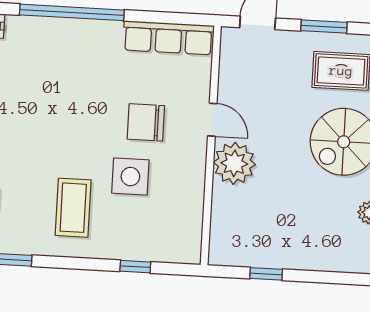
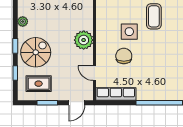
door: (212, 120) -> (94, 73), moved
chair: (146, 122) -> (124, 56), turned -90

